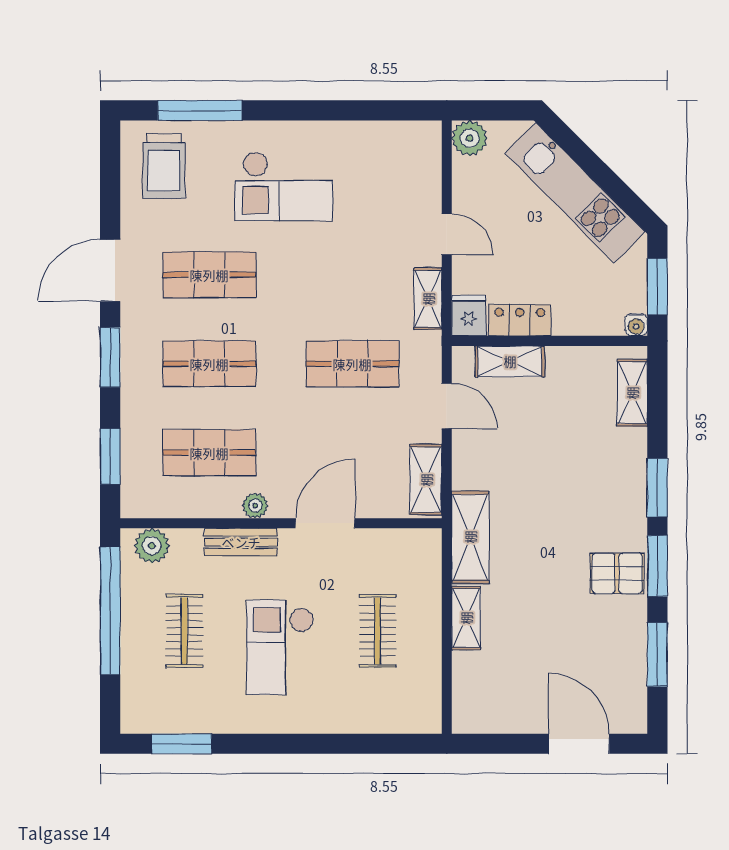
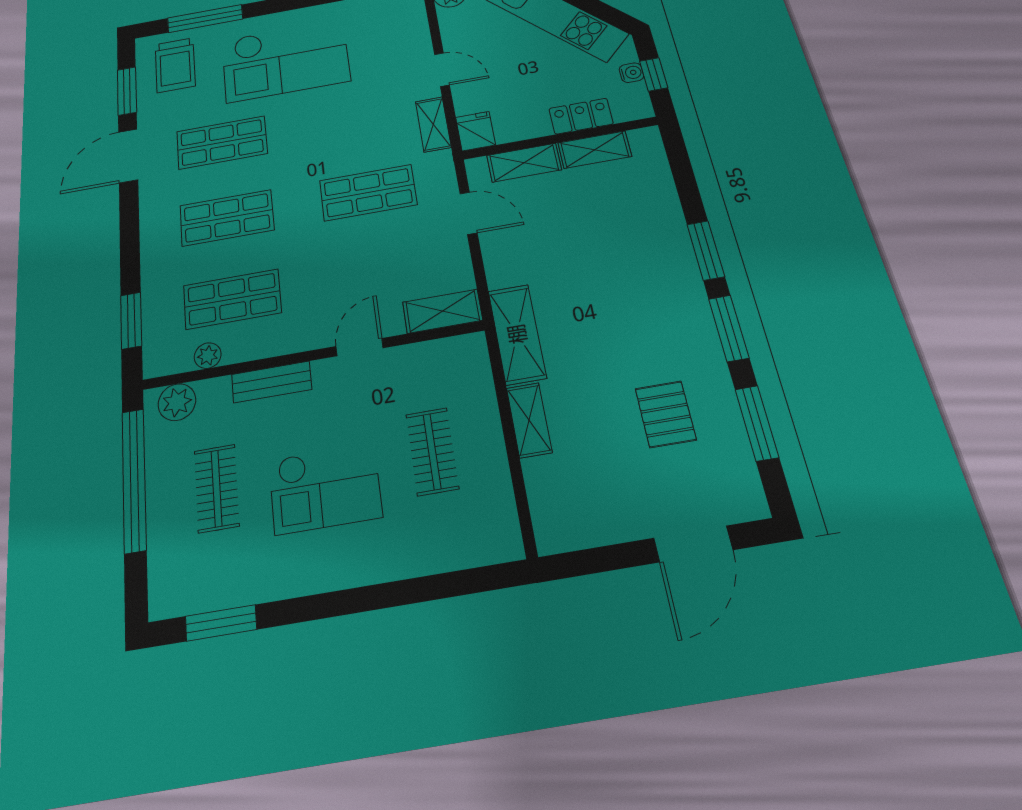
checkout: (284, 186) -> (285, 60), width x1.36, depth x1.21
window: (657, 287) -> (654, 74), width x0.67
locker: (520, 320) -> (581, 116), moved
water cooler: (636, 325) -> (631, 73), moved, turned -90
window: (110, 357) -> (127, 91), moved
shelving: (632, 393) -> (595, 150), moved, turned 90
shelving: (426, 480) -> (443, 311), moved, turned 90
plant: (255, 506) -> (208, 356), moved
door: (325, 523) -> (359, 347), width x0.73
pallet: (617, 573) -> (666, 414), moved, turned 90
checkout: (280, 647) -> (325, 488), turned -90
door: (579, 744) -> (693, 544), swing flipped

